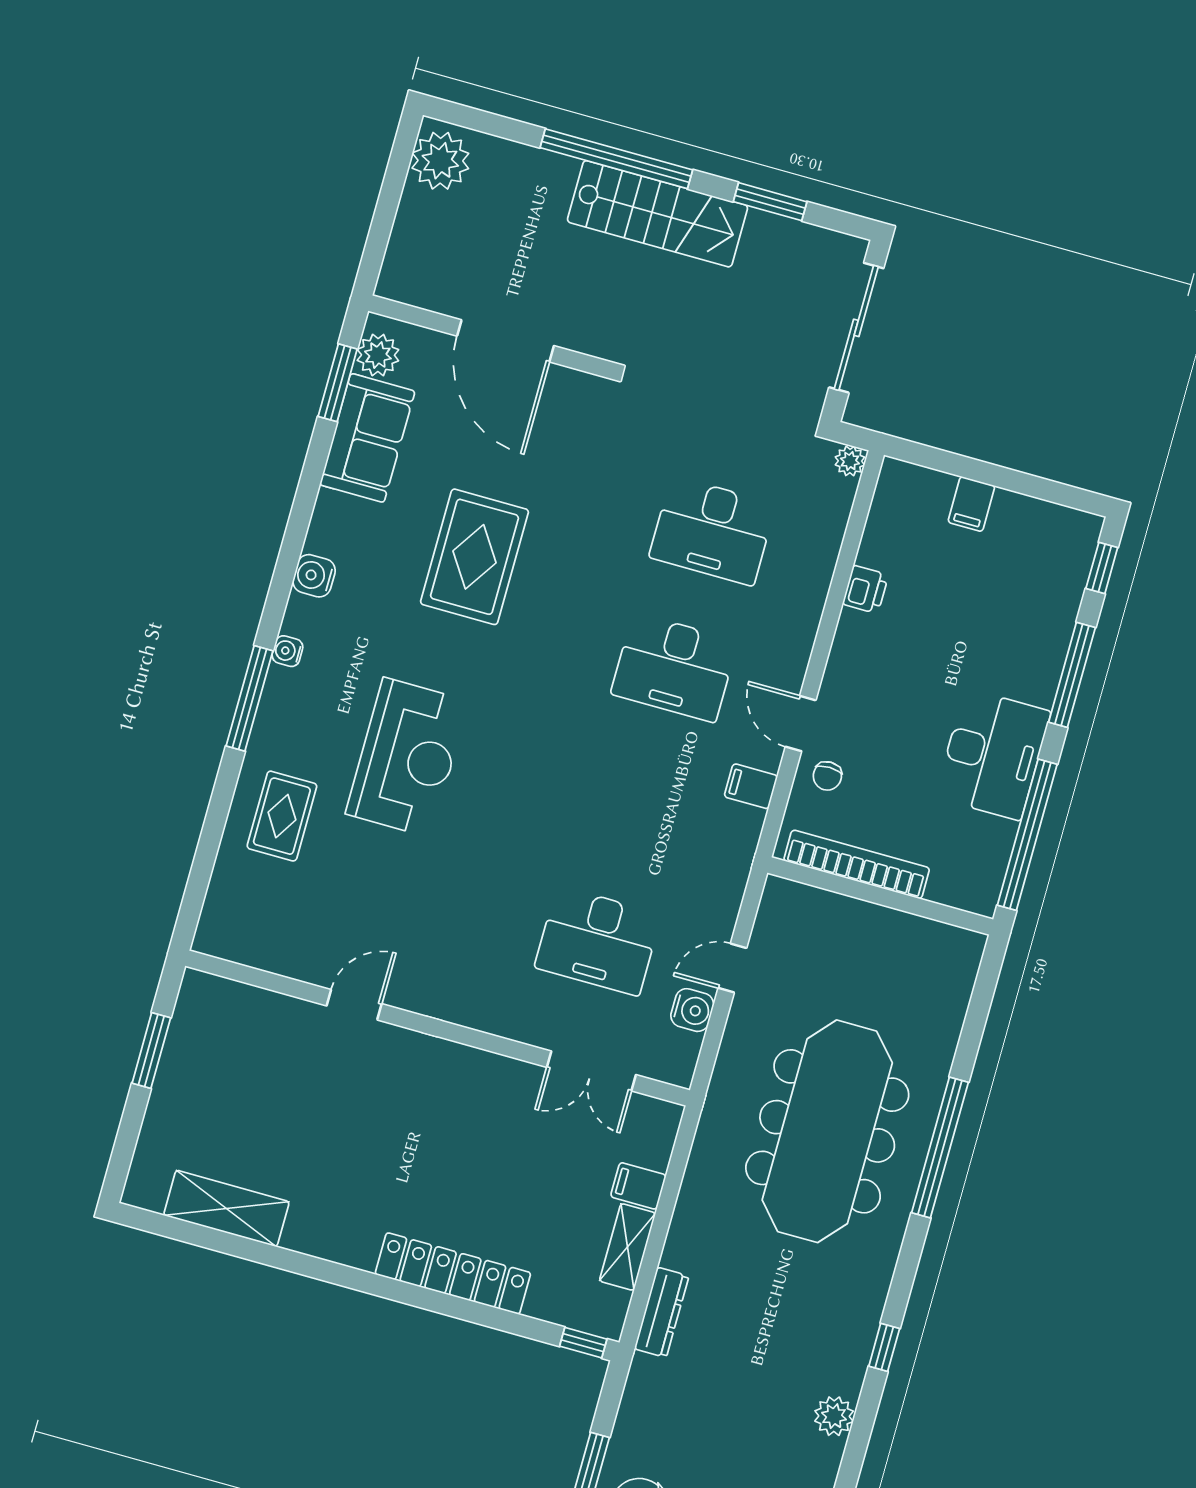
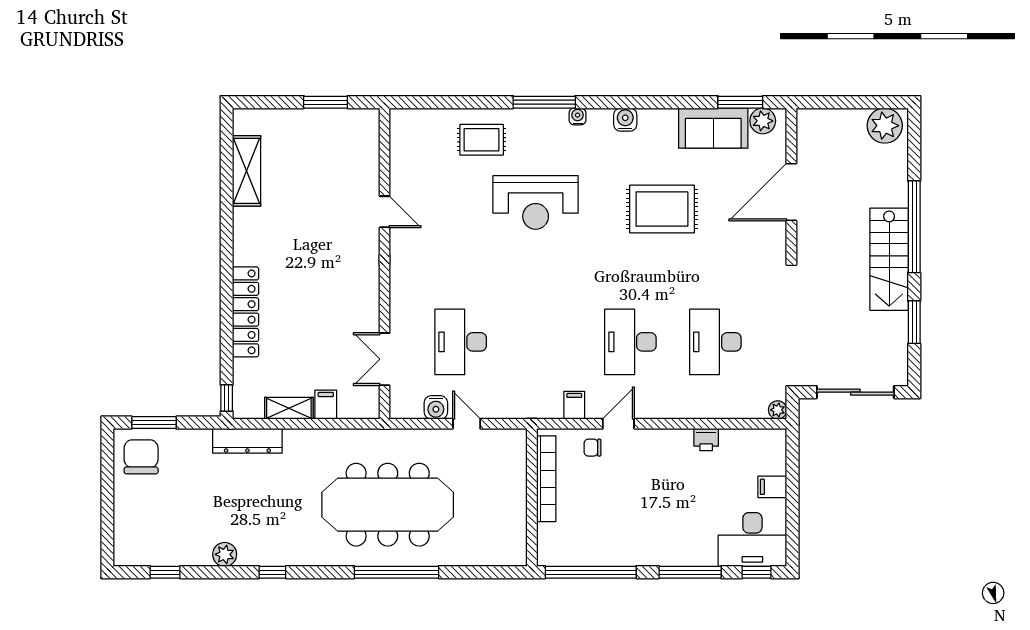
desk: (993, 754) -> (752, 540), moved
dresser: (662, 1312) -> (247, 441), width x1.37, depth x1.24

